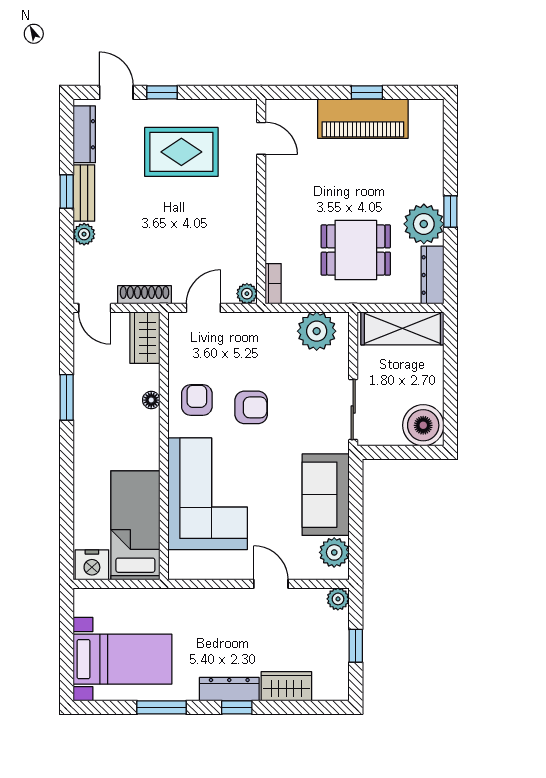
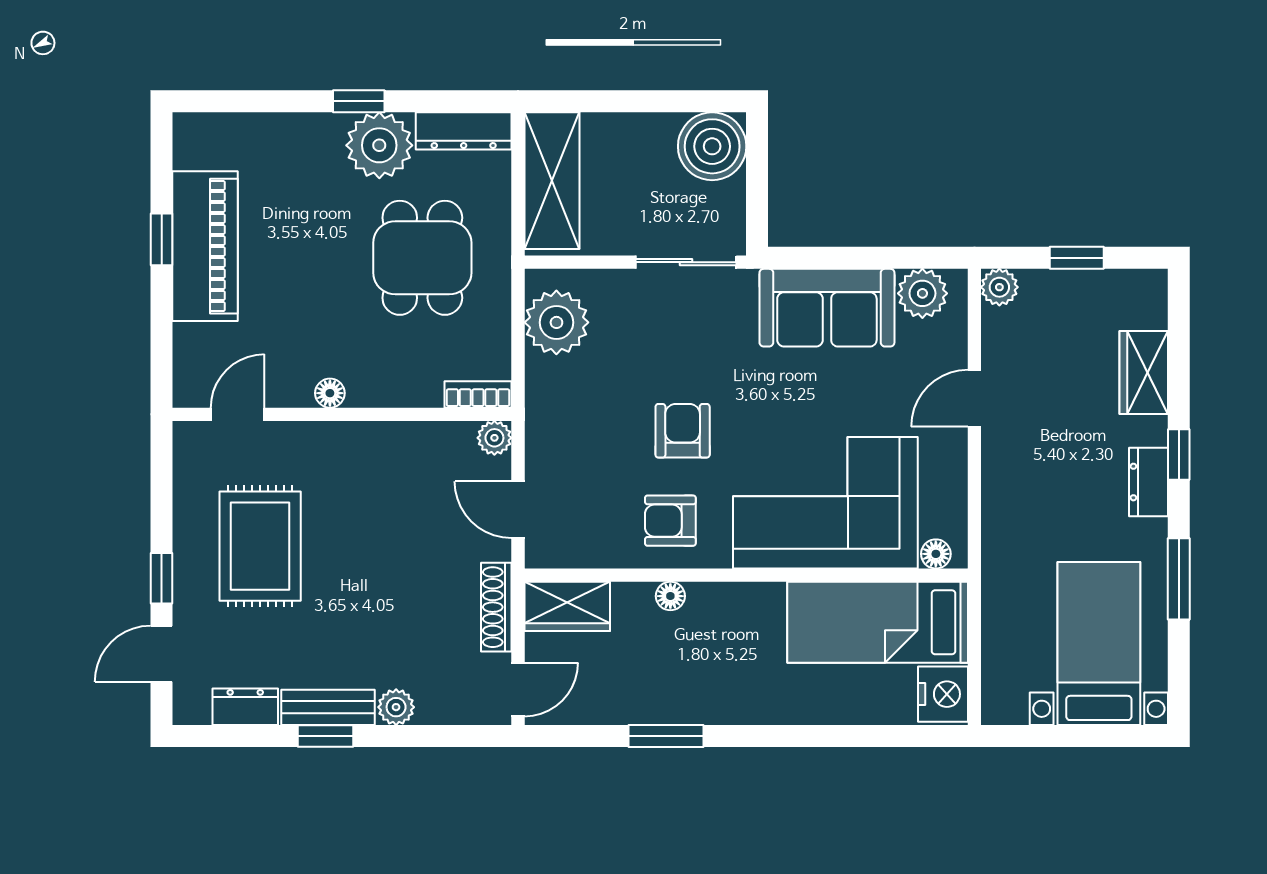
dresser: (84, 134) -> (245, 707), width x0.70
floor lamp: (274, 194) -> (330, 393), added
floor lamp: (177, 561) -> (936, 554), added
dresser: (229, 689) -> (1148, 482), width x0.70

